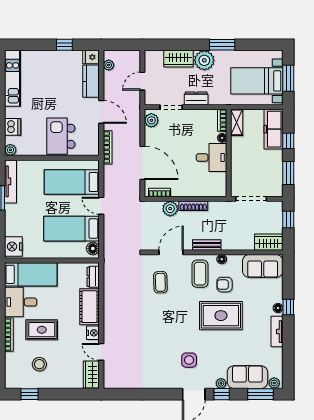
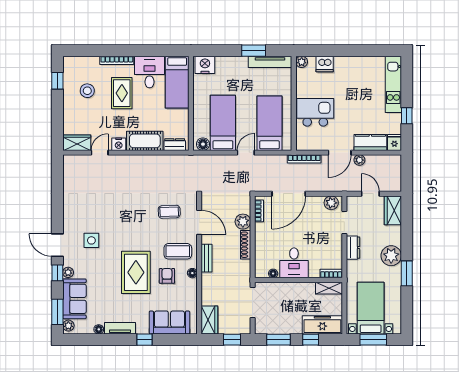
wardrobe: (179, 59) -> (393, 210), moved
plant: (109, 65) -> (359, 160), moved
kitchen unit: (13, 78) -> (393, 85), moved, turned 90
floor lamp: (222, 138) -> (273, 273), moved
sofa: (263, 266) -> (169, 323), moved, turned 90
floor lamp: (278, 308) -> (99, 329), moved

